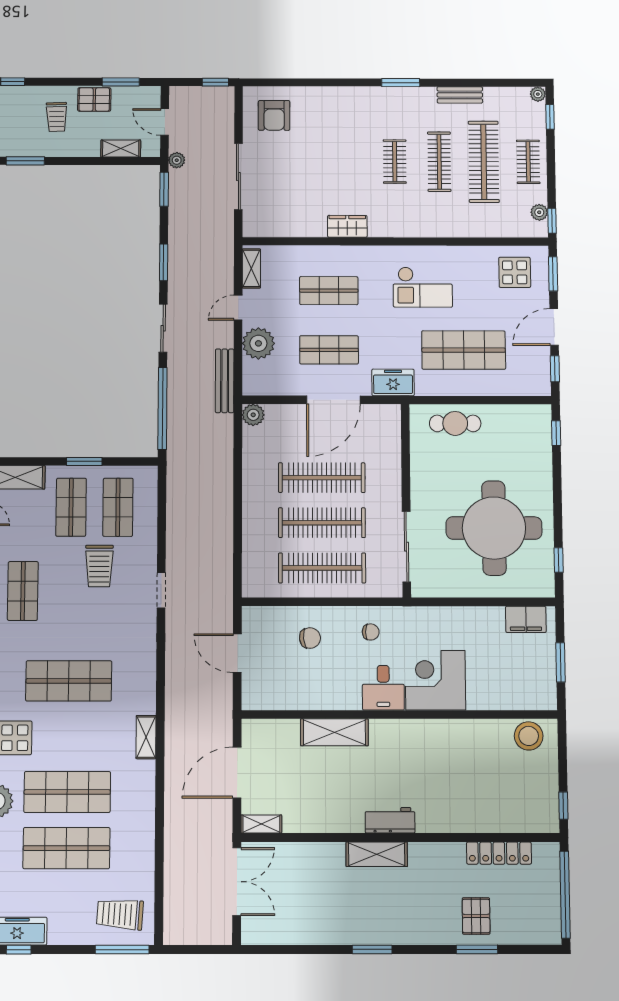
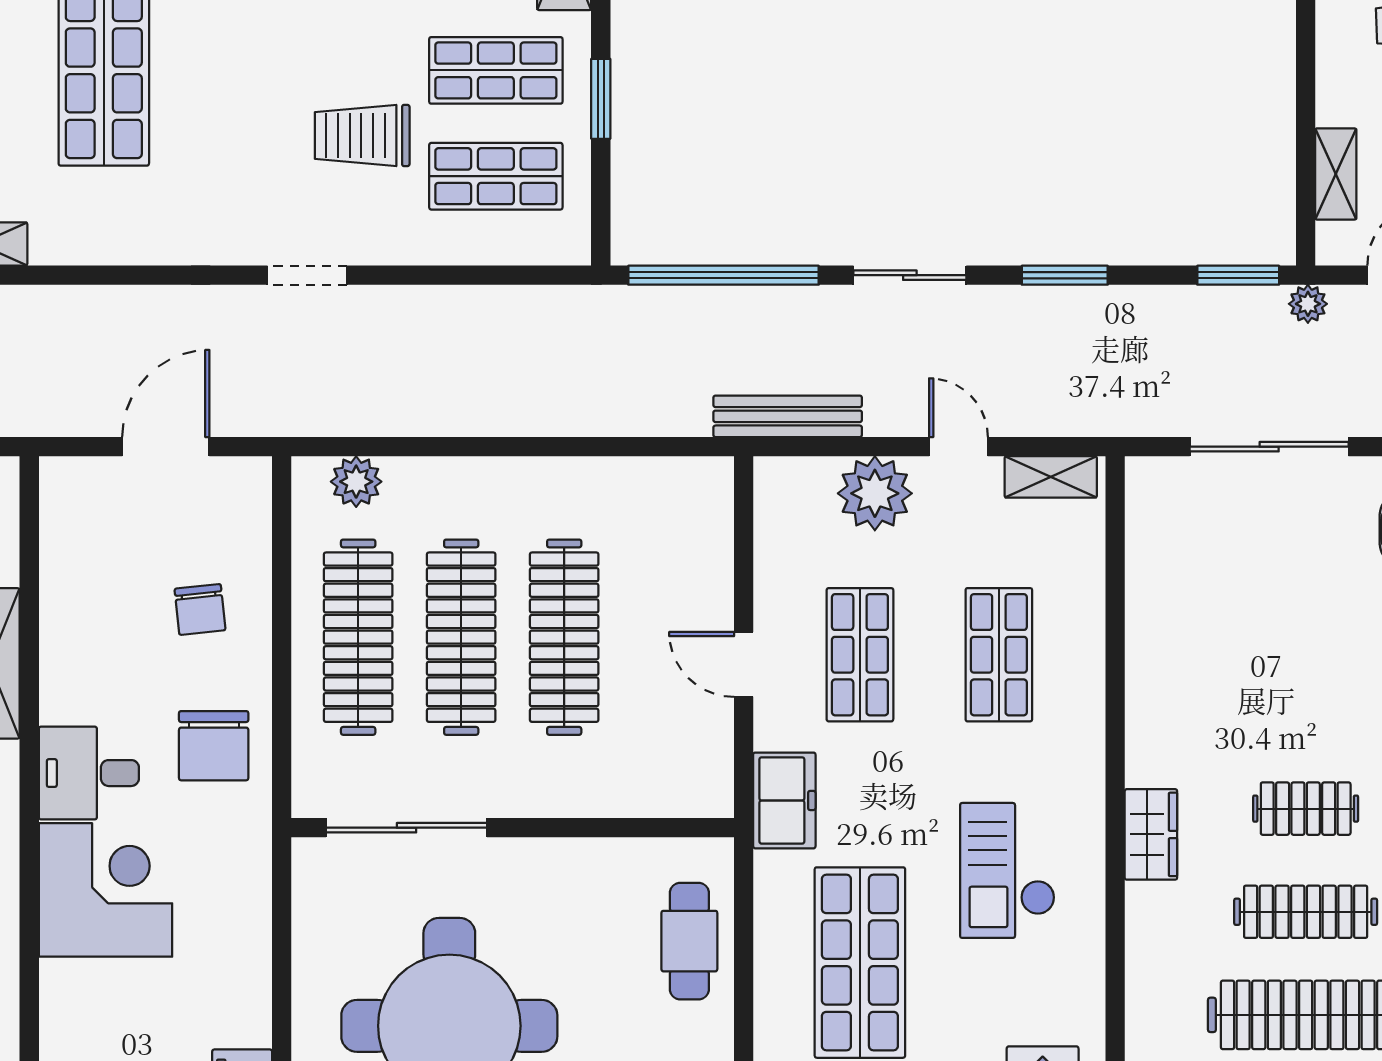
wardrobe: (347, 226) -> (1151, 834), moved
door: (333, 400) -> (744, 664), width x0.53
plant: (253, 415) -> (356, 482), moved
chair: (371, 632) -> (214, 746), width x1.87, depth x1.87

